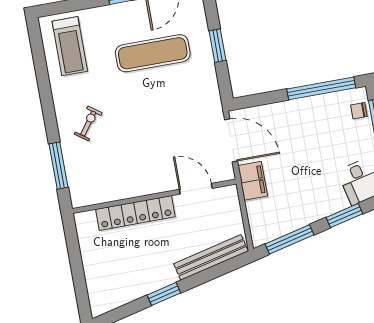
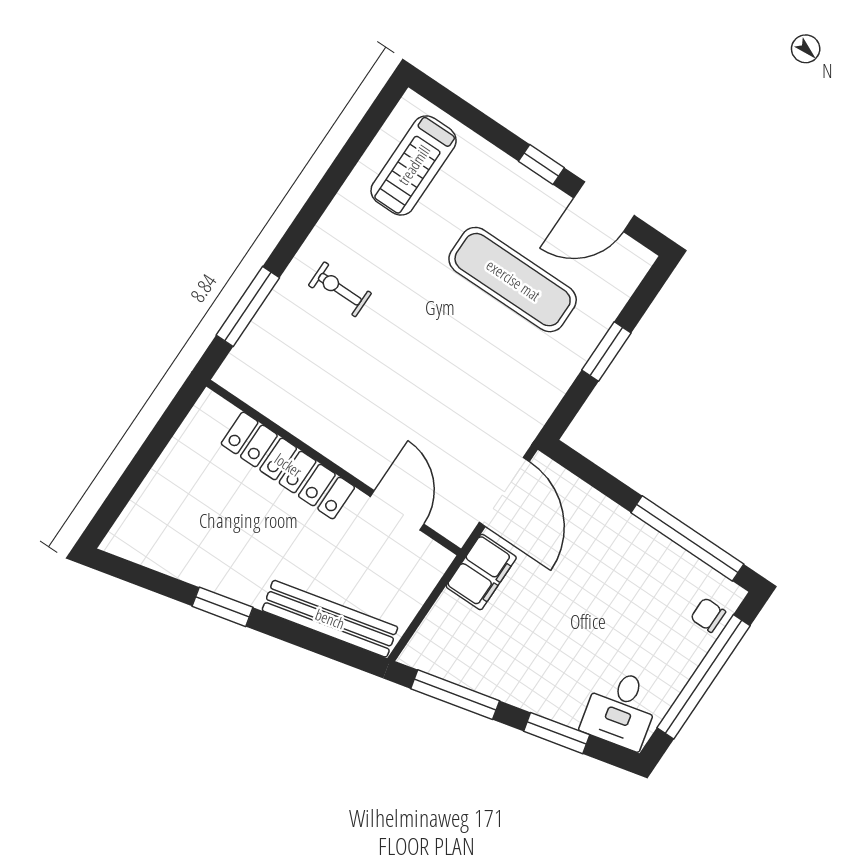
exercise bike: (88, 123) -> (340, 289), turned -126

